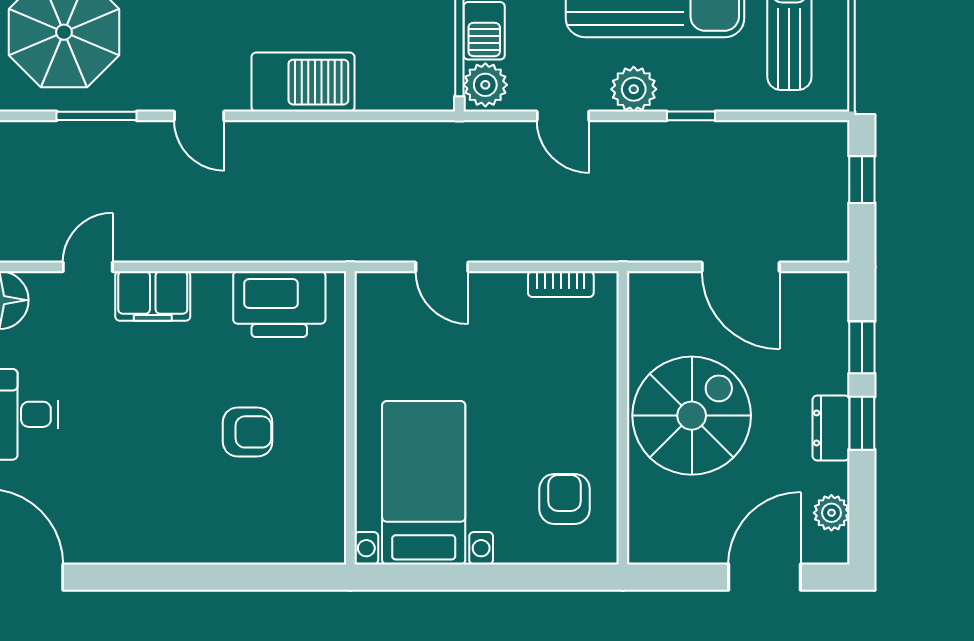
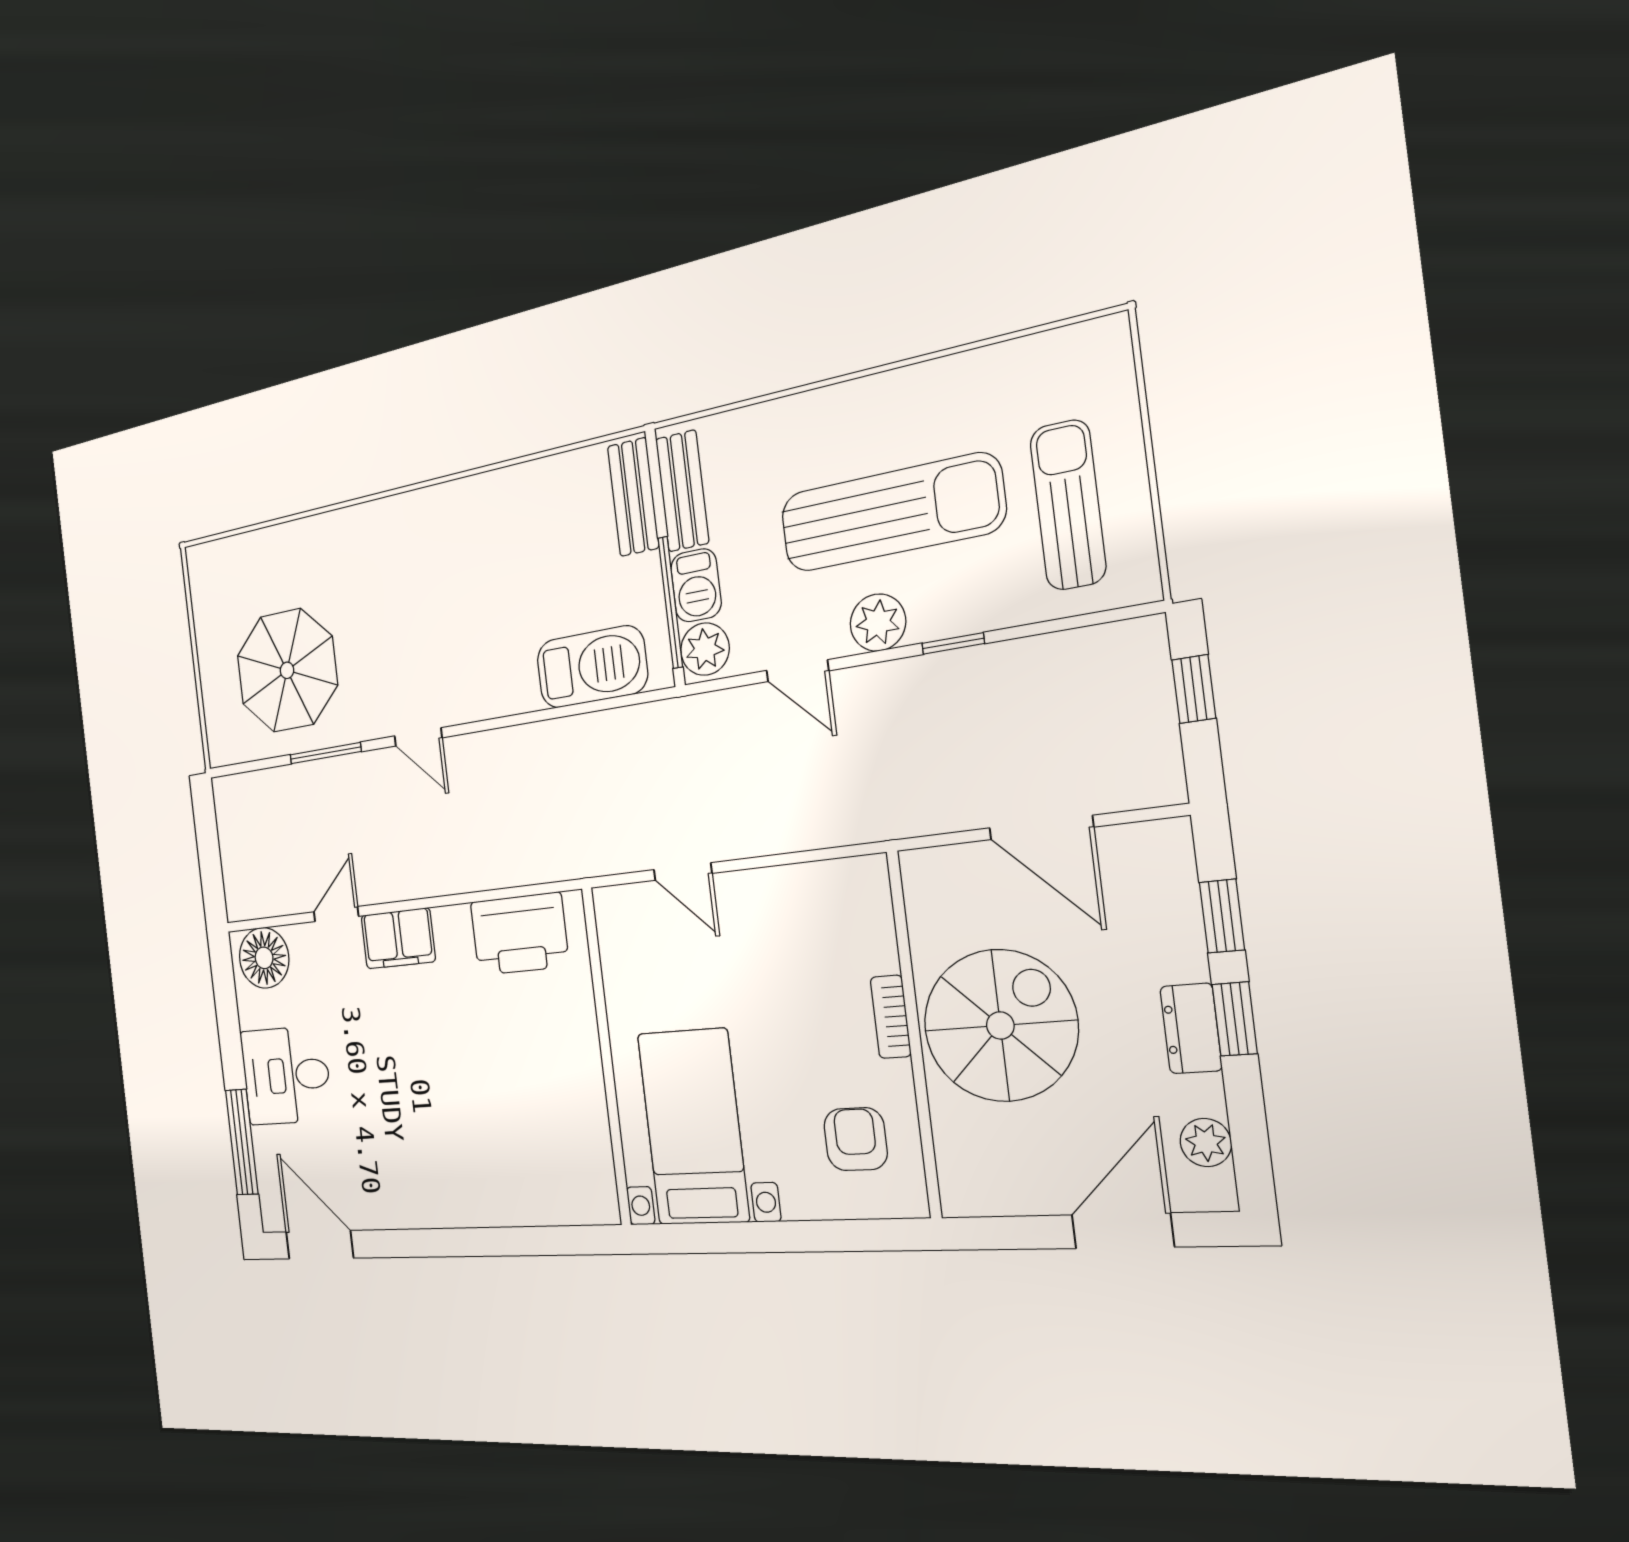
barbecue: (303, 82) -> (592, 667), moved
bookcase: (561, 284) -> (891, 1017), moved, turned 90
armchair: (248, 432) -> (505, 1079), removed

